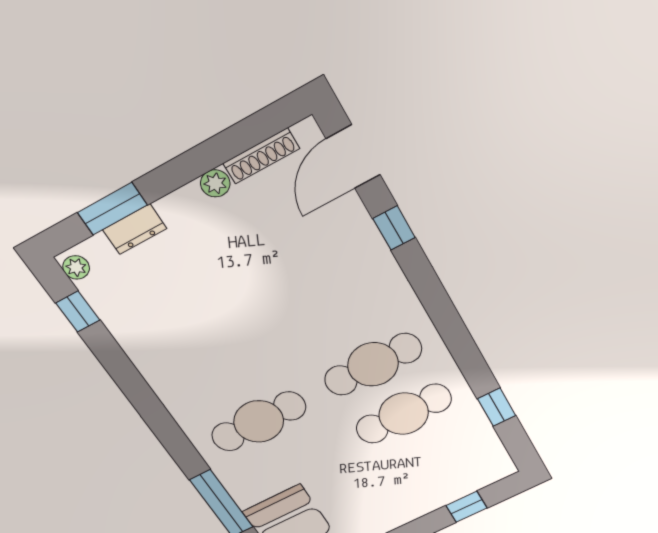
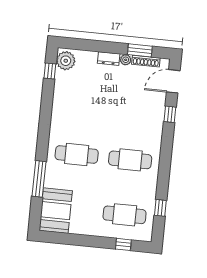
window: (112, 209) -> (140, 50), moved
dresser: (135, 229) -> (109, 59), moved
plant: (76, 267) -> (66, 61), width x1.88, depth x1.88
cafe table: (404, 414) -> (125, 215), moved

